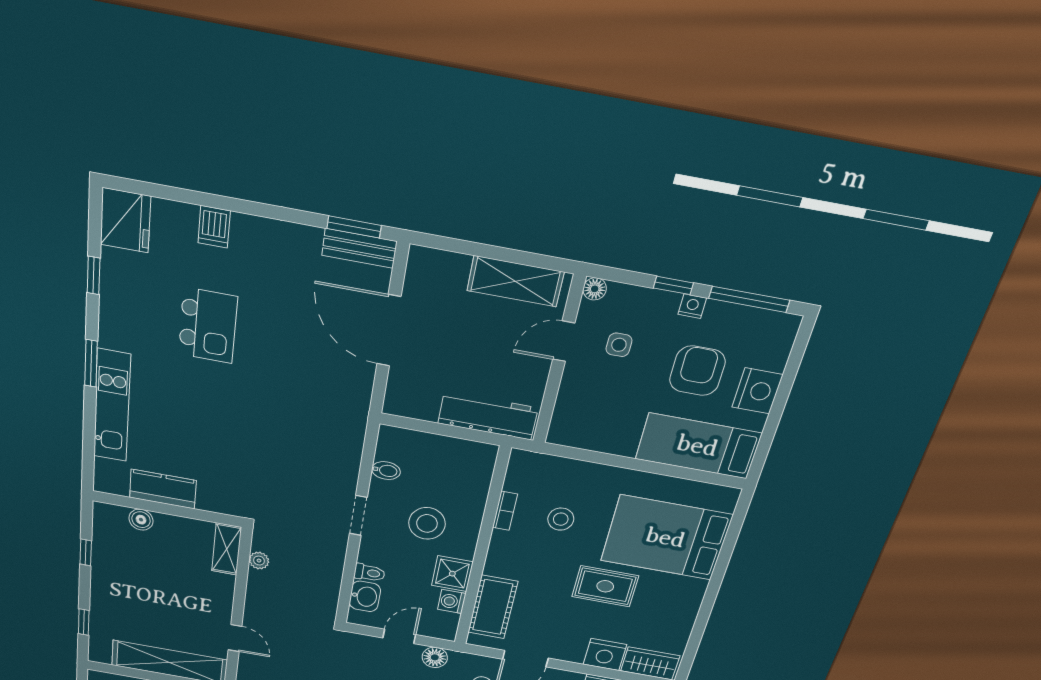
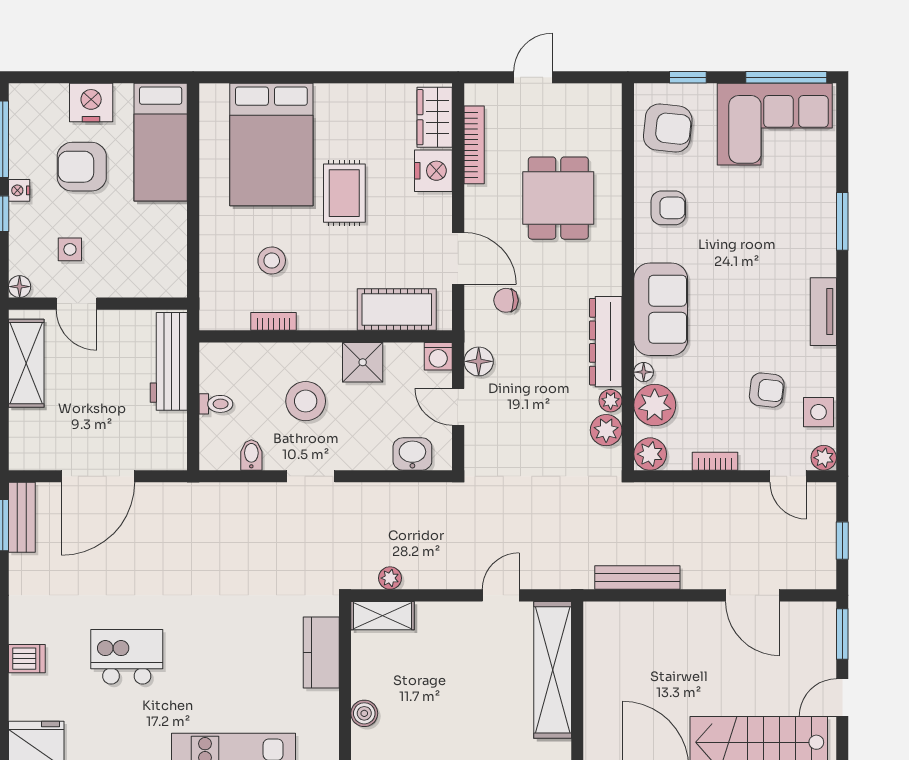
kitchen counter: (163, 489) -> (321, 652), moved
toilet: (369, 573) -> (216, 404), moved, turned 90
washing machine: (452, 601) -> (438, 356), moved

